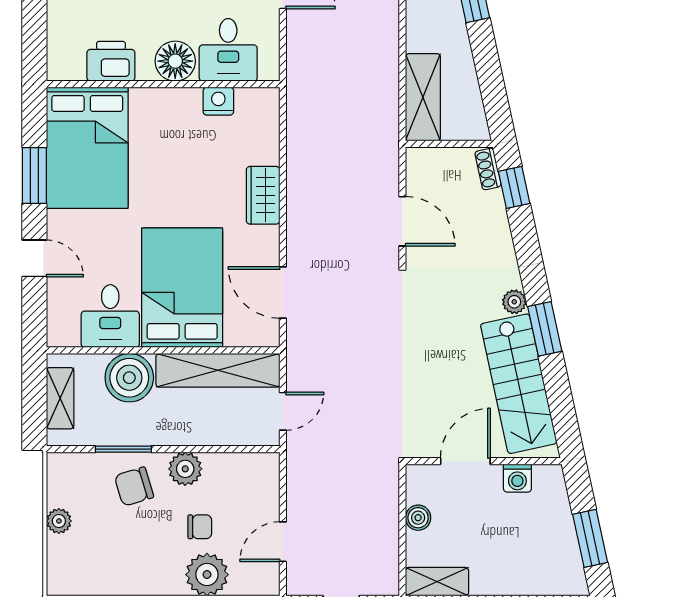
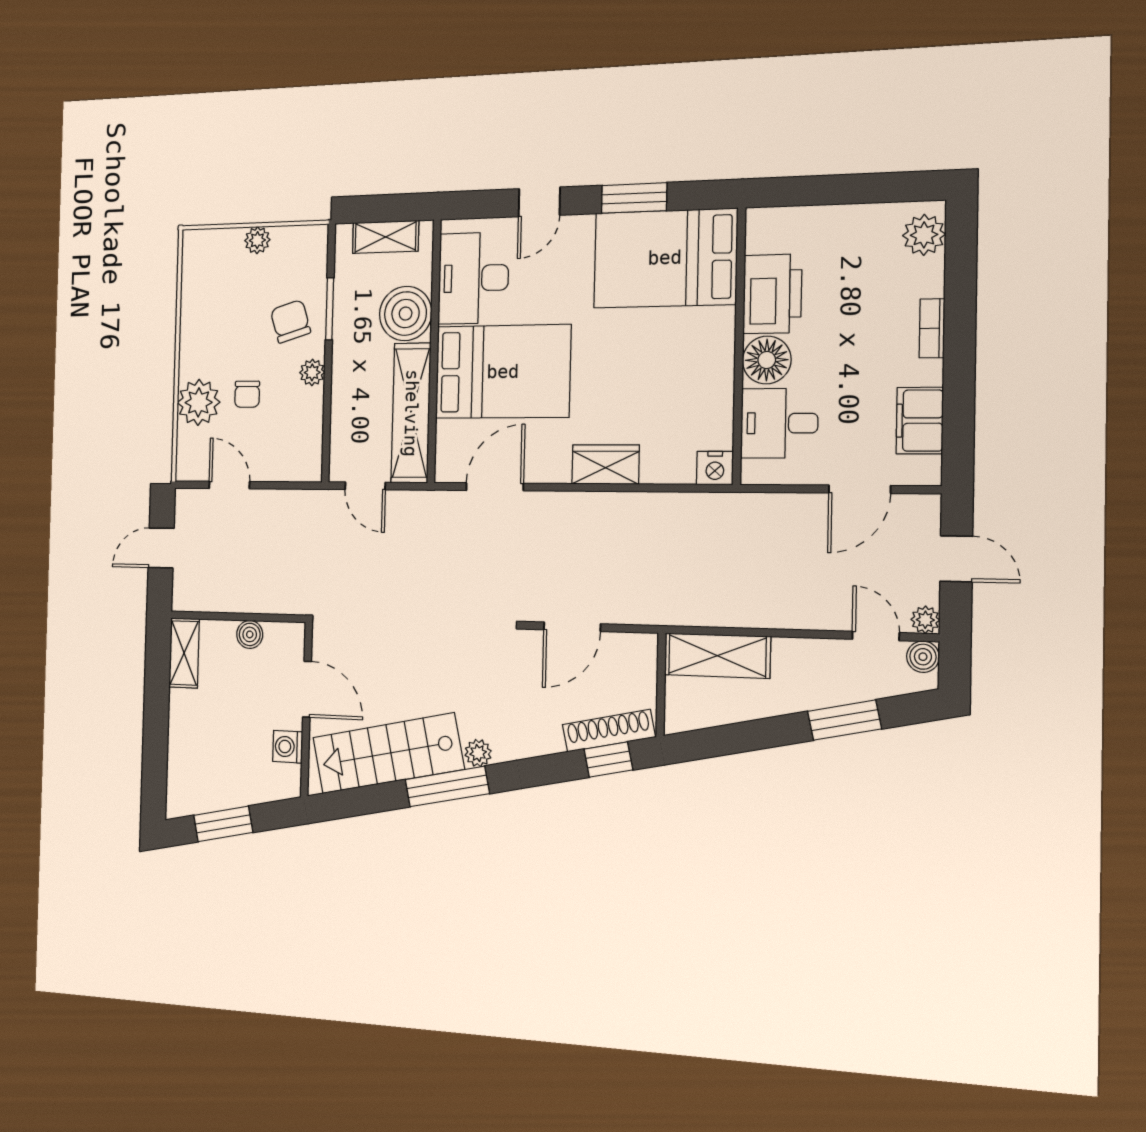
printer: (111, 61) -> (772, 294), width x1.37, depth x1.19
nightstand: (218, 101) -> (715, 468), moved, turned 90
shoe rack: (488, 169) -> (609, 731), width x1.94, depth x1.24
desk: (110, 316) -> (473, 278), width x1.37
window: (545, 329) -> (447, 786), width x1.44
plant: (185, 469) -> (312, 372), width x0.73, depth x0.73

